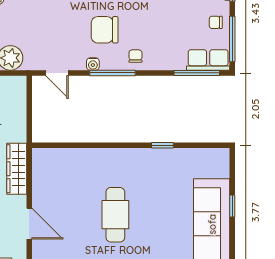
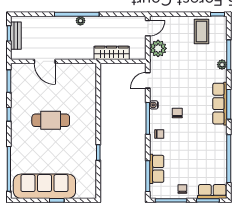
chair: (105, 30) -> (177, 113), width x0.54, depth x0.54
row of seats: (208, 60) -> (157, 169), moved
wardrobe: (17, 169) -> (112, 53), moved
door: (29, 224) -> (45, 61), hinge flipped

